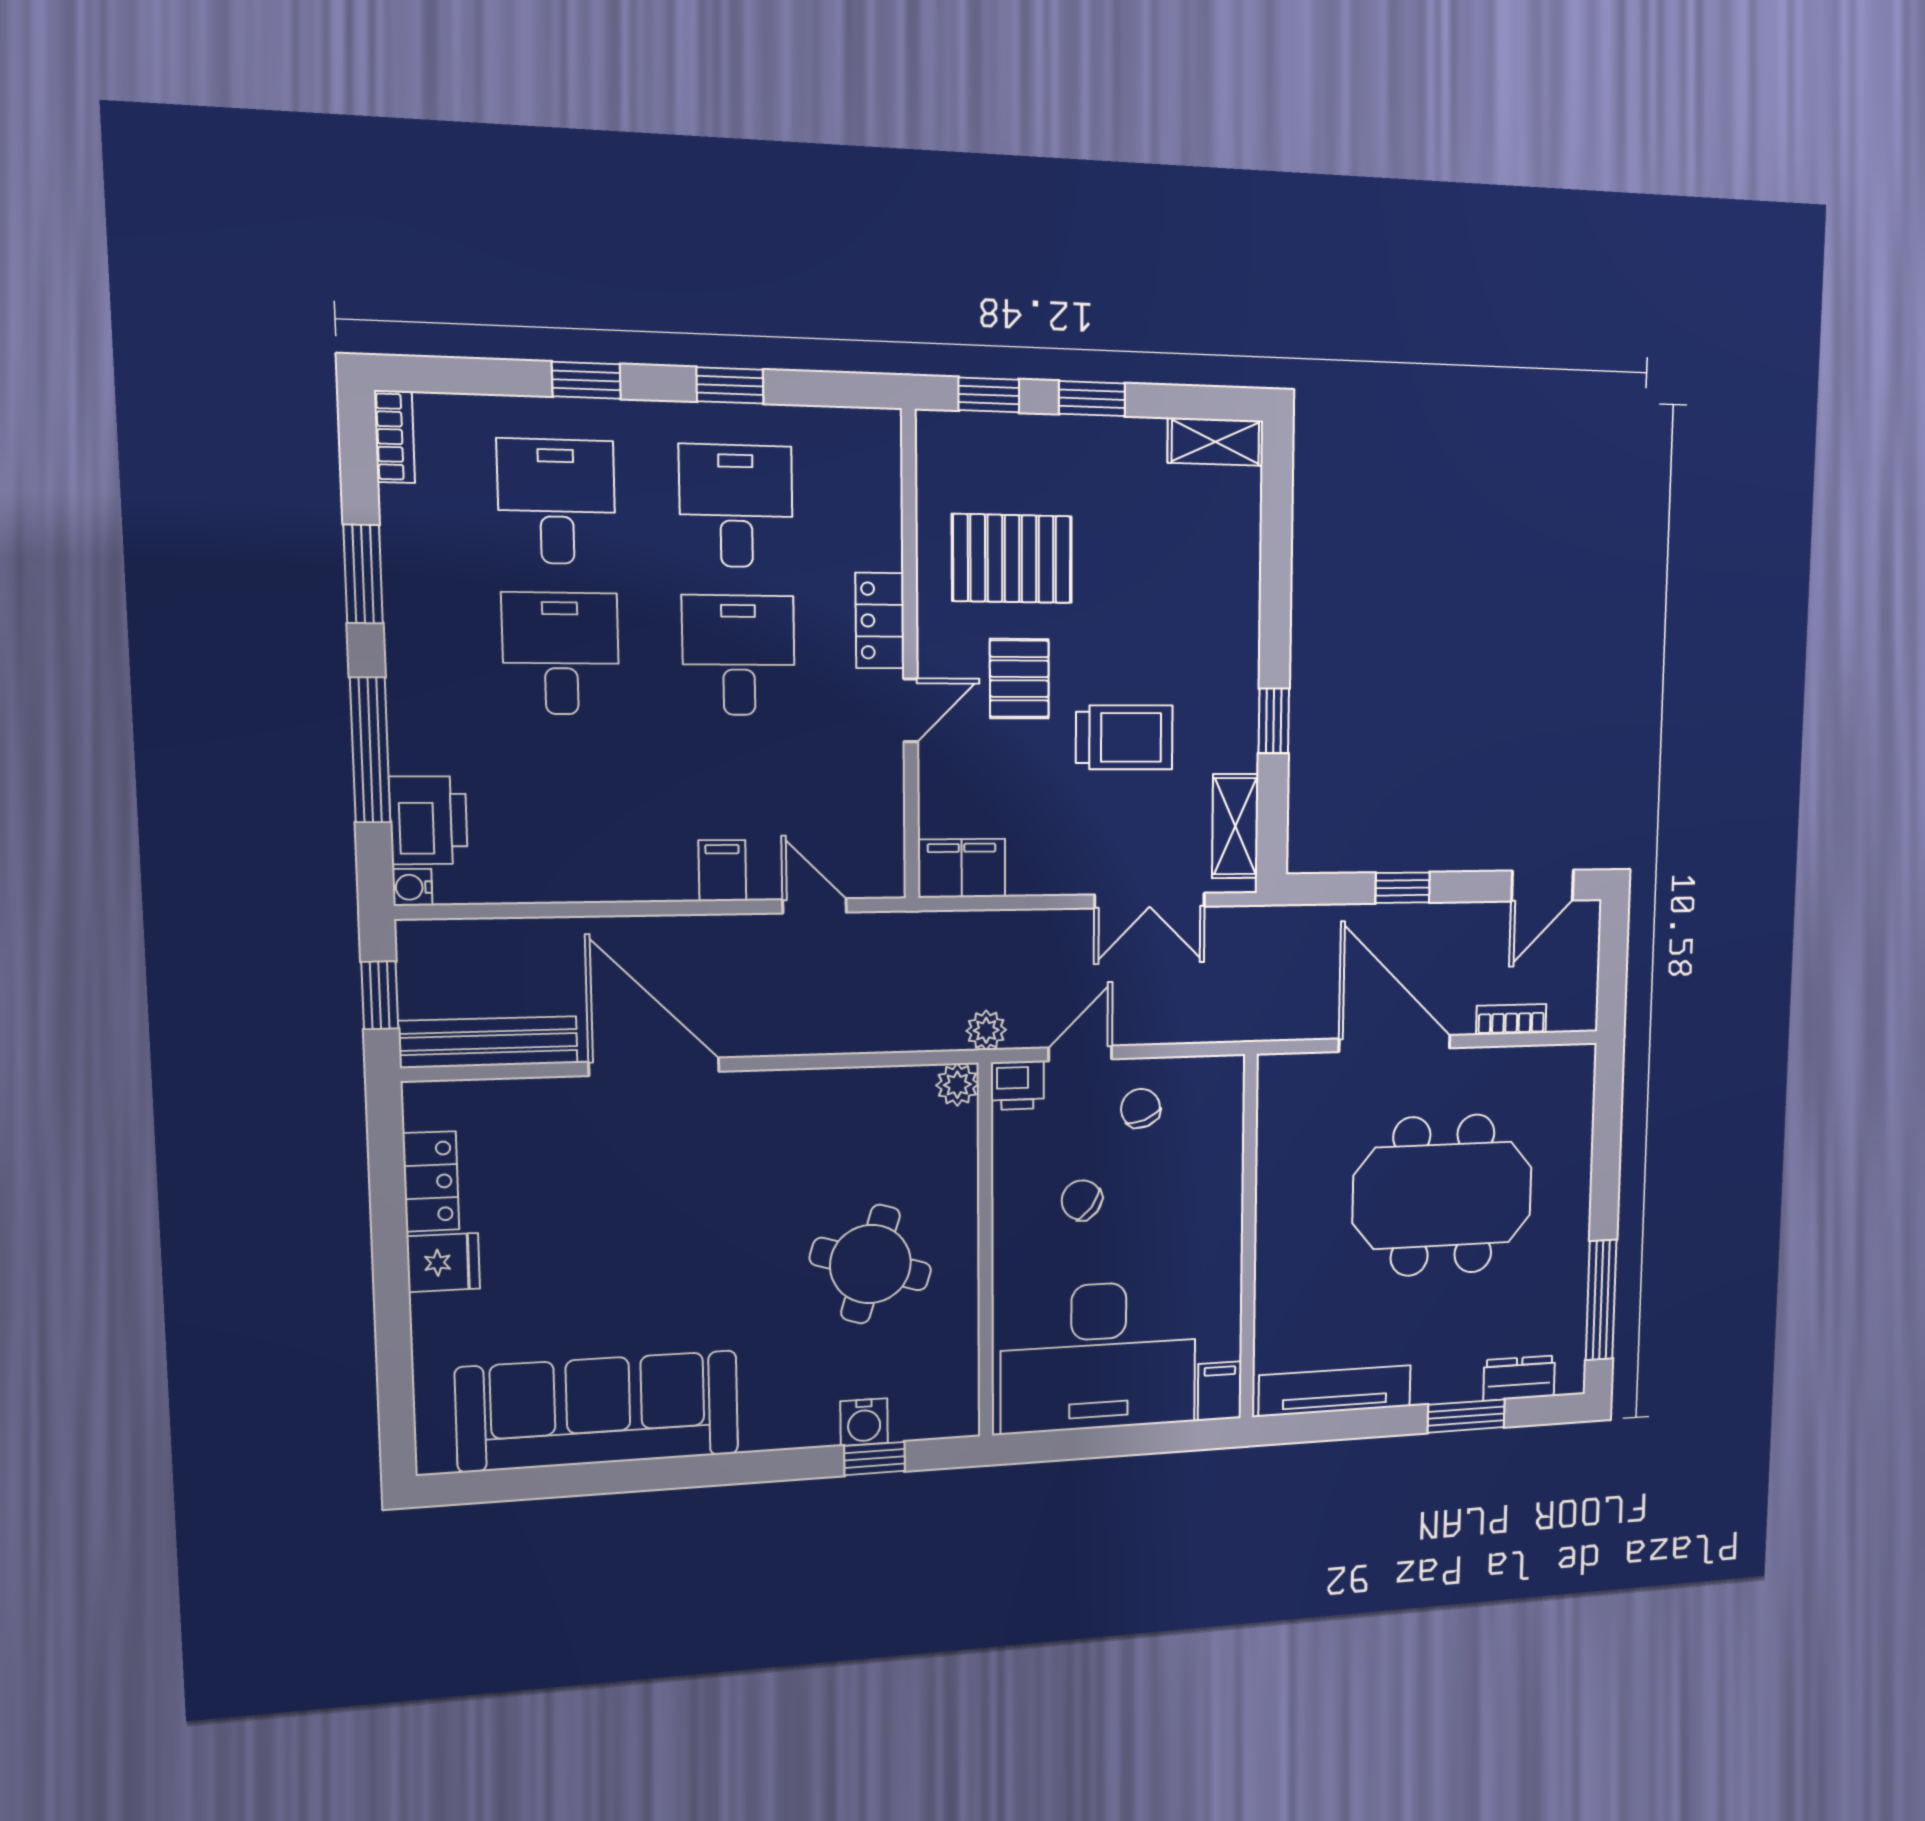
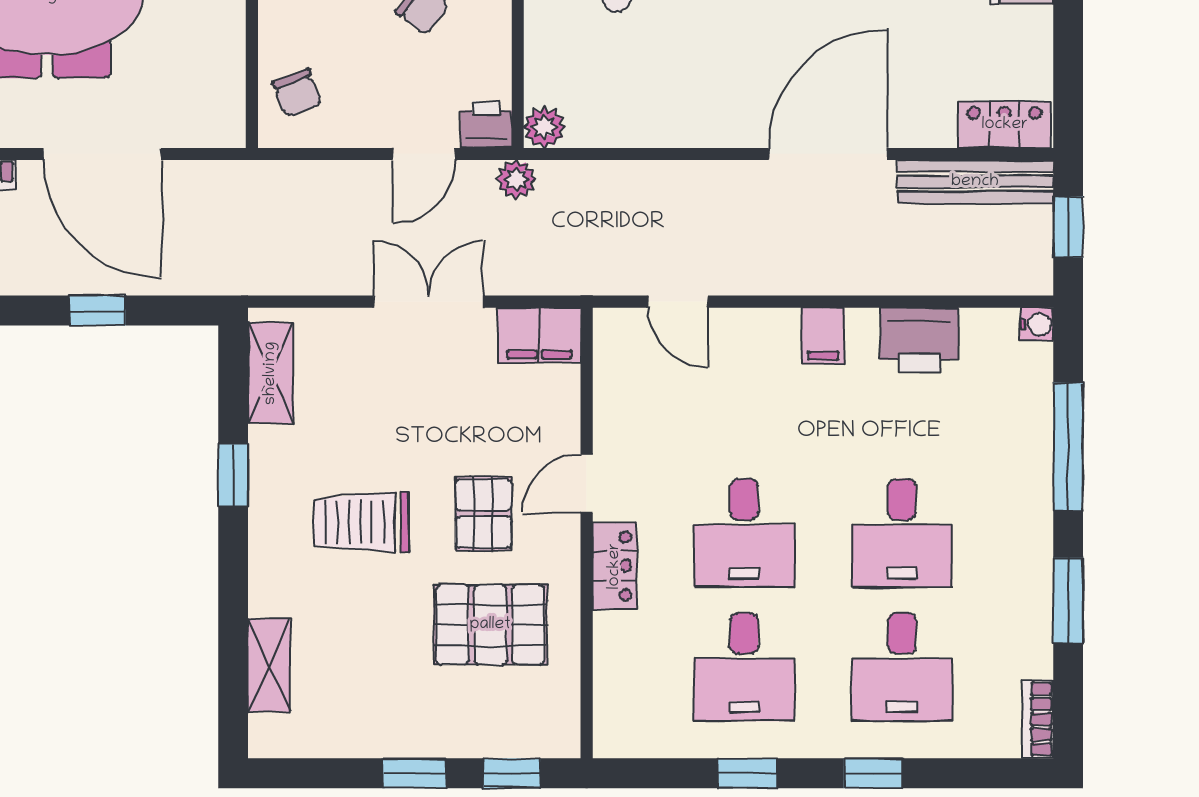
shelving: (1215, 442) -> (269, 665), moved, turned 90
trolley: (1124, 737) -> (361, 522), moved
printer: (428, 820) -> (919, 340), moved, turned -90
filing cabinet: (722, 871) -> (823, 336), moved
double door: (1150, 901) -> (428, 302), moved
door: (654, 1067) -> (828, 154), swing flipped
chair: (1141, 1108) -> (297, 93), moved
locker: (431, 1181) -> (1005, 125), moved, turned 90

